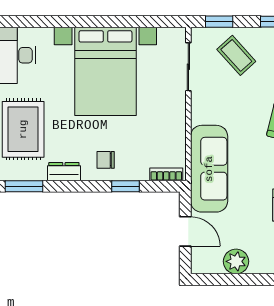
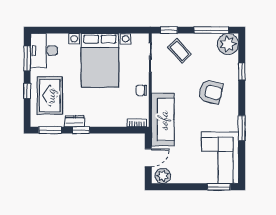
chair: (106, 160) -> (141, 90), moved
window: (126, 186) -> (81, 130), moved
door: (185, 231) -> (148, 158), hinge flipped
plant: (236, 261) -> (163, 176), moved

